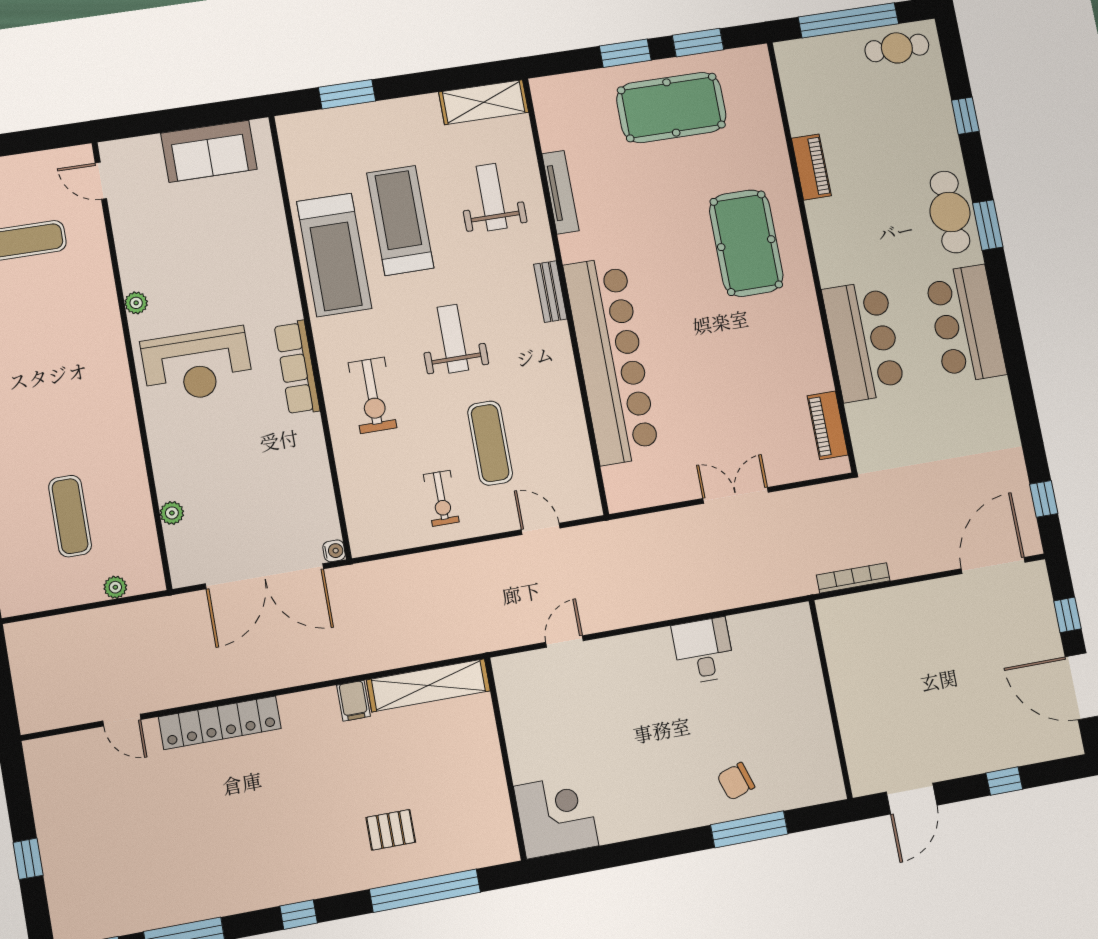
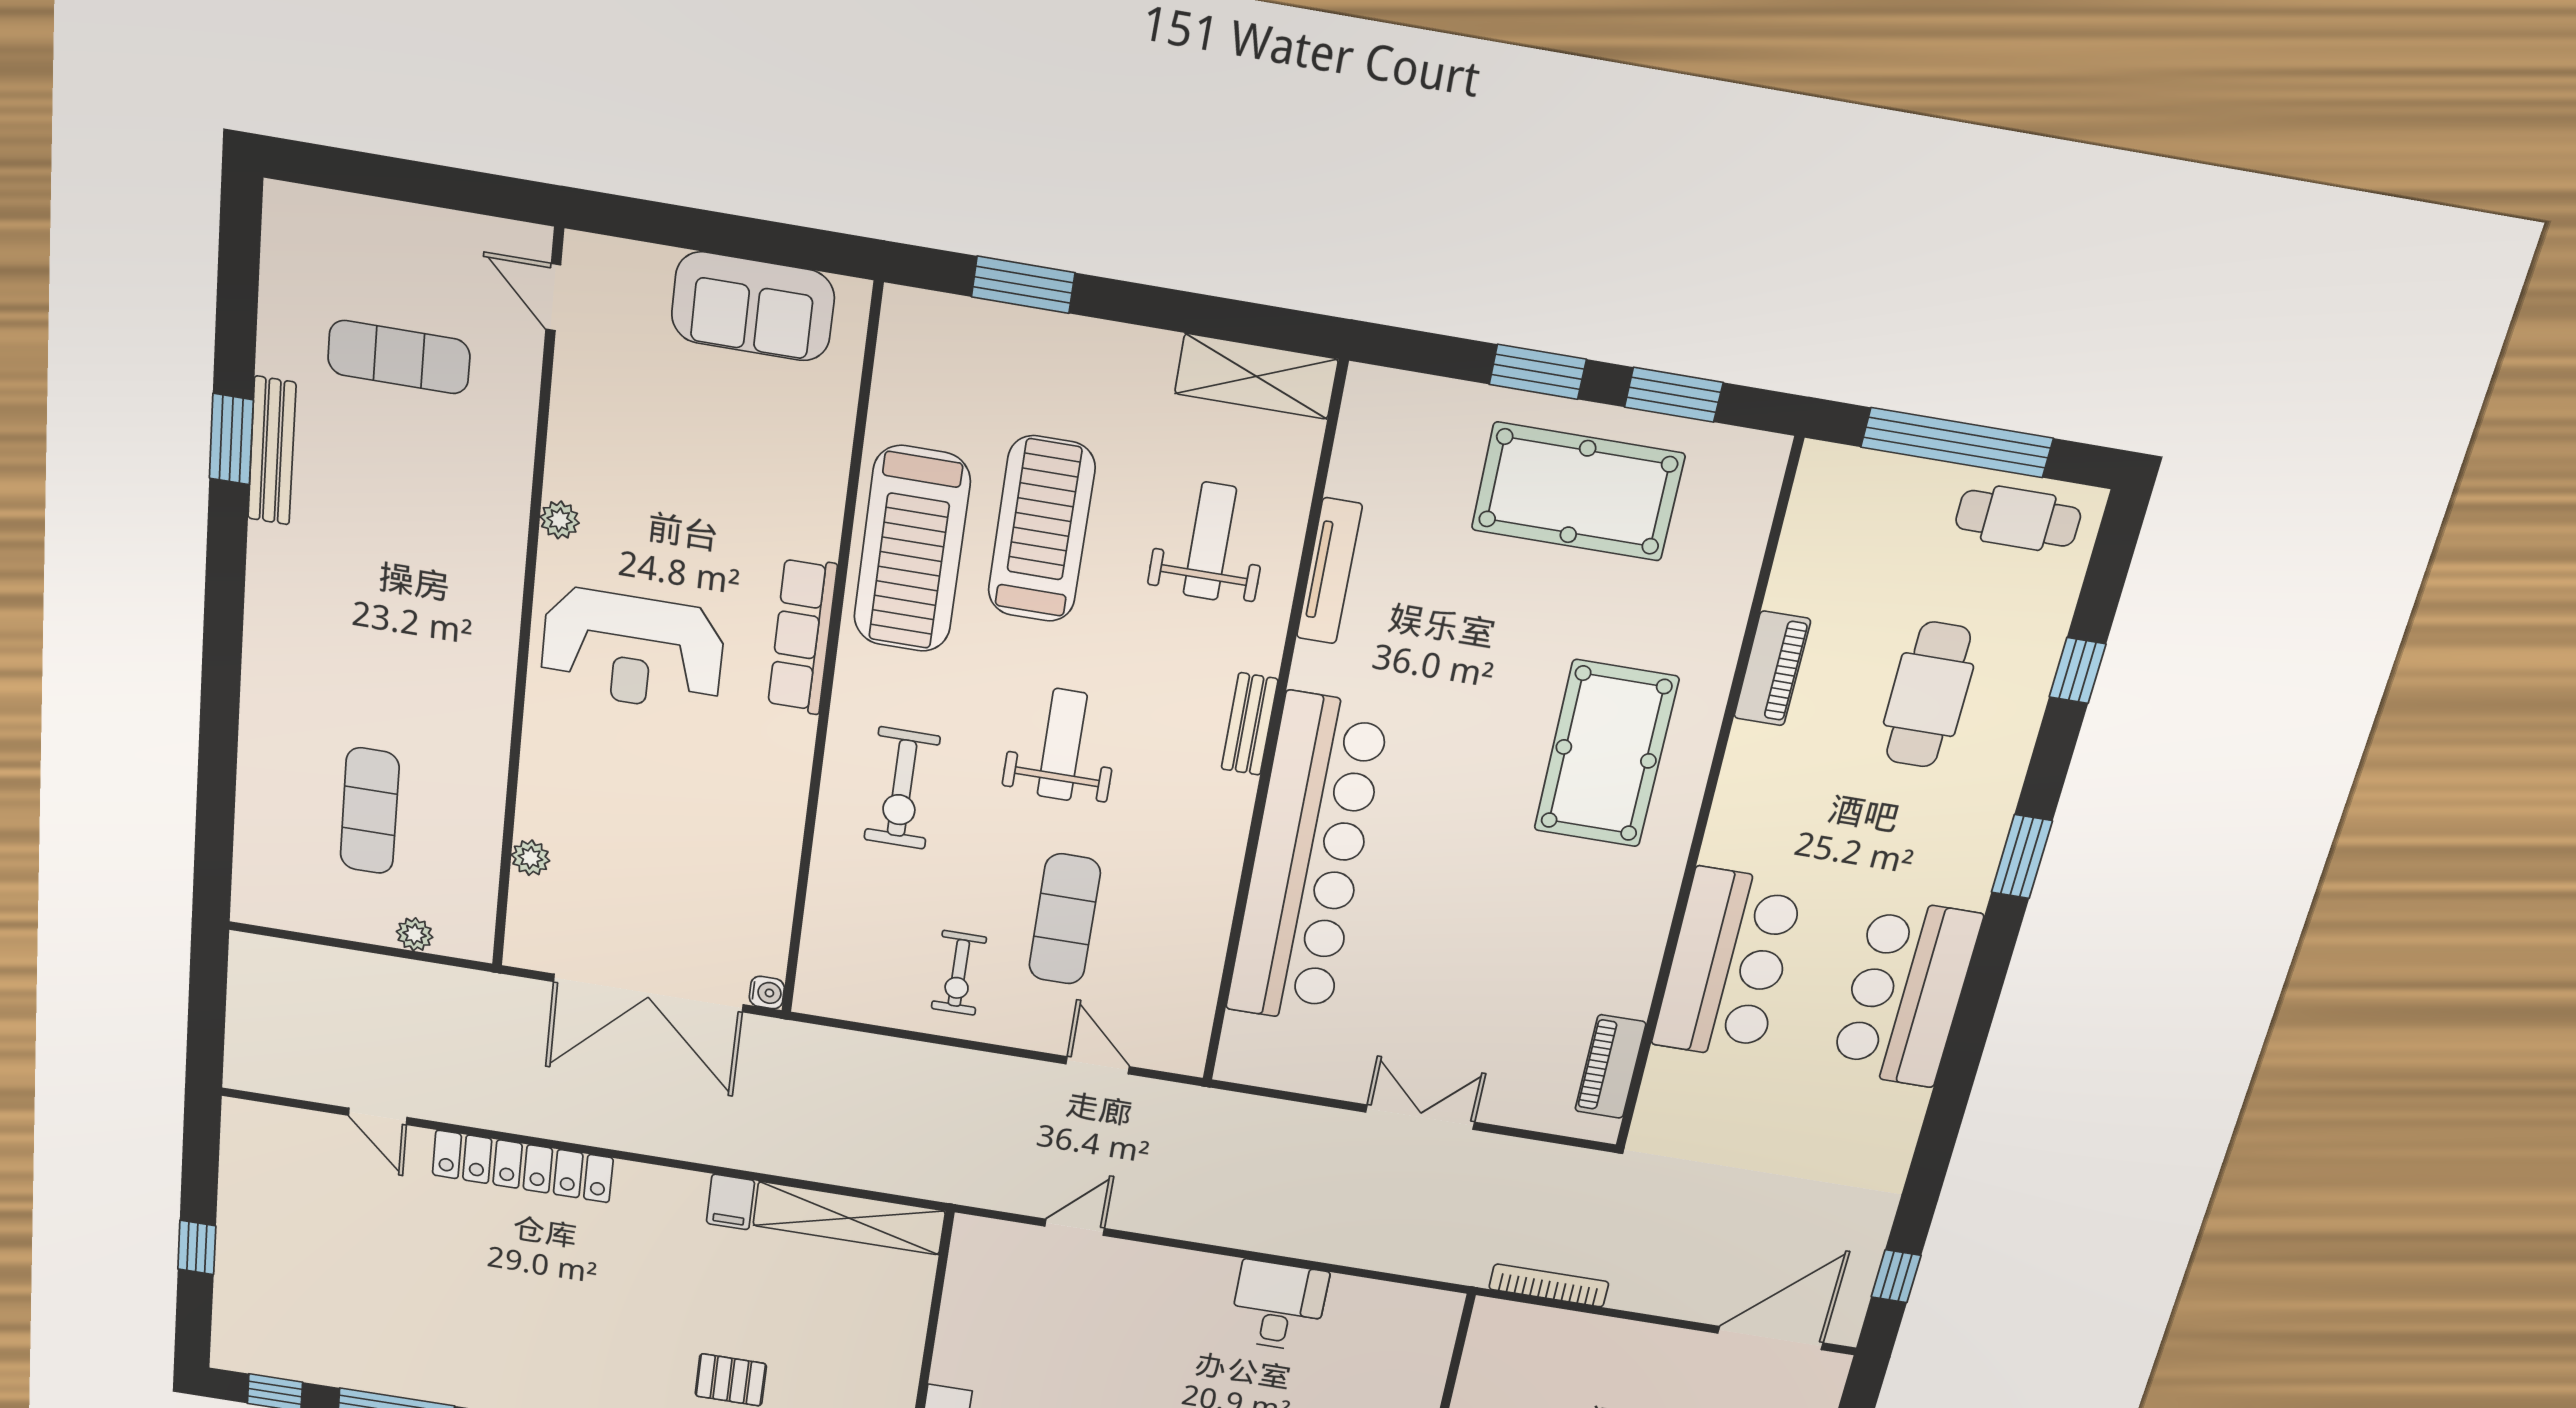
cafe table: (950, 212) -> (1928, 695), moved
row of seats: (297, 368) -> (802, 636), moved

